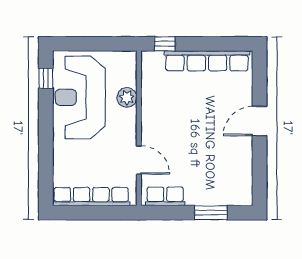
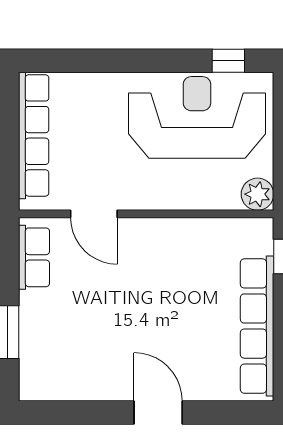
plant: (127, 98) -> (258, 194), moved
door: (139, 160) -> (94, 214), hinge flipped

